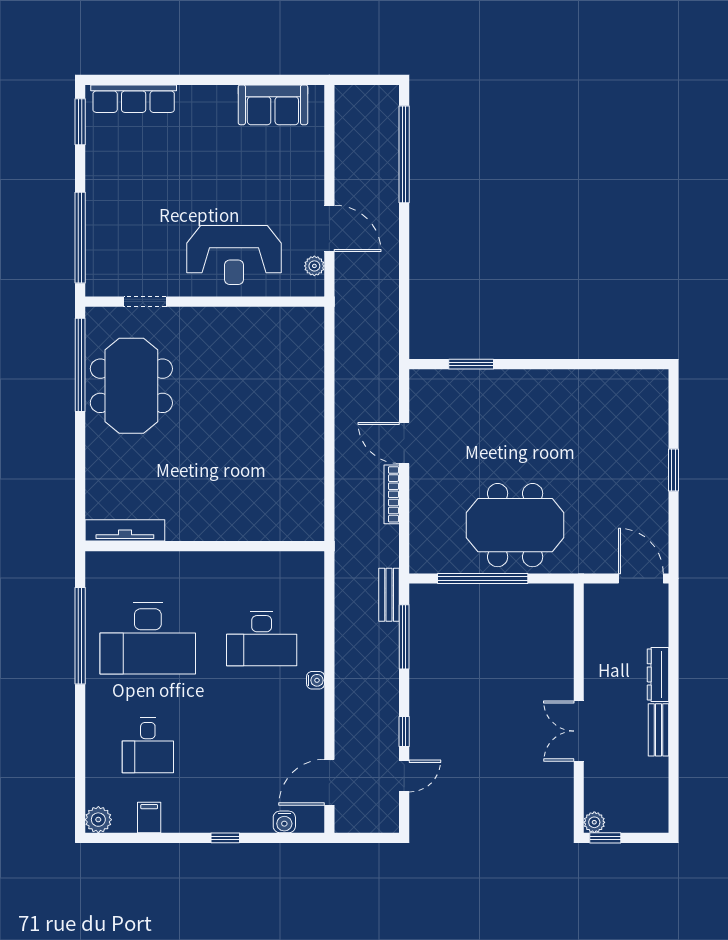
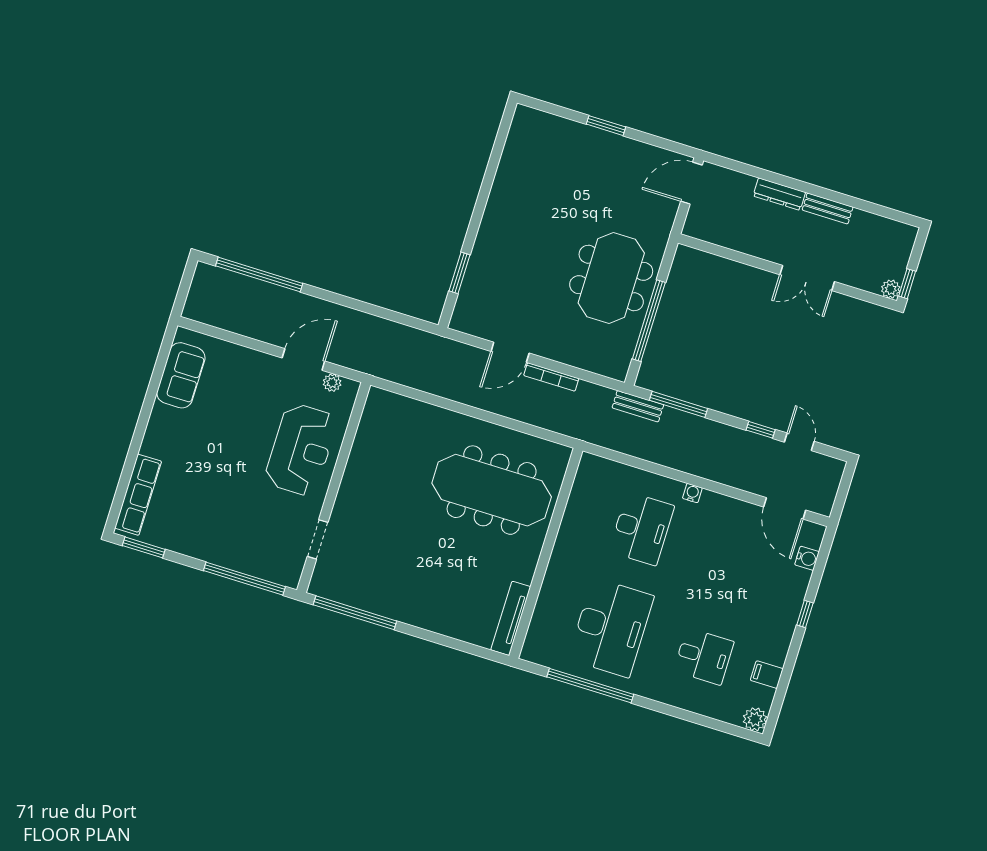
meeting table: (131, 386) -> (492, 490), moved, width x1.36

